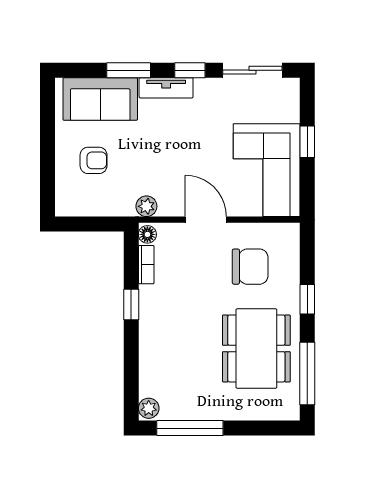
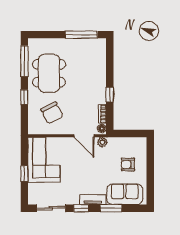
door: (206, 220) -> (84, 136), moved
chair: (250, 267) -> (52, 113), turned -117
plant: (149, 408) -> (101, 44), removed

